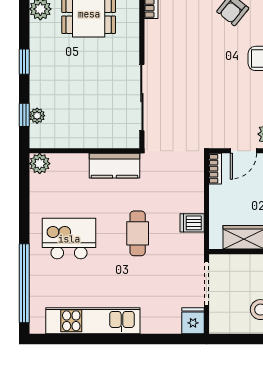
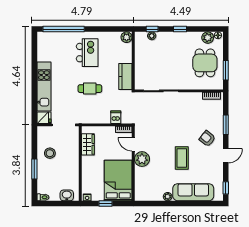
dishwasher: (192, 223) -> (116, 117), moved
kitchen unit: (93, 321) -> (44, 86), moved

